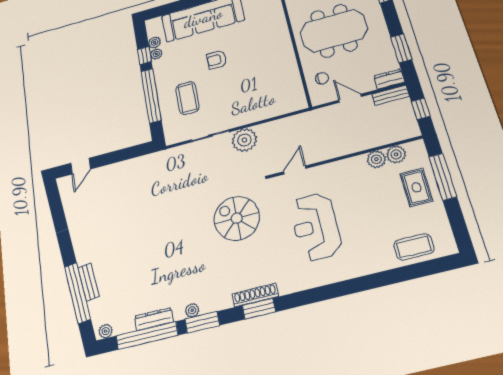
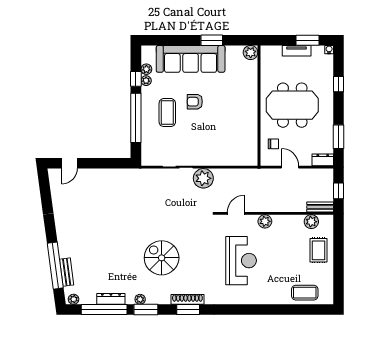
bench: (391, 95) -> (320, 207), moved
coffee table: (187, 98) -> (167, 113), moved
plant: (376, 159) -> (265, 221), moved
window: (443, 177) -> (339, 247), removed
spiral stairs: (237, 218) -> (162, 258), moved
reception desk: (316, 227) -> (241, 261), turned 180
bench: (89, 282) -> (67, 272), moved

